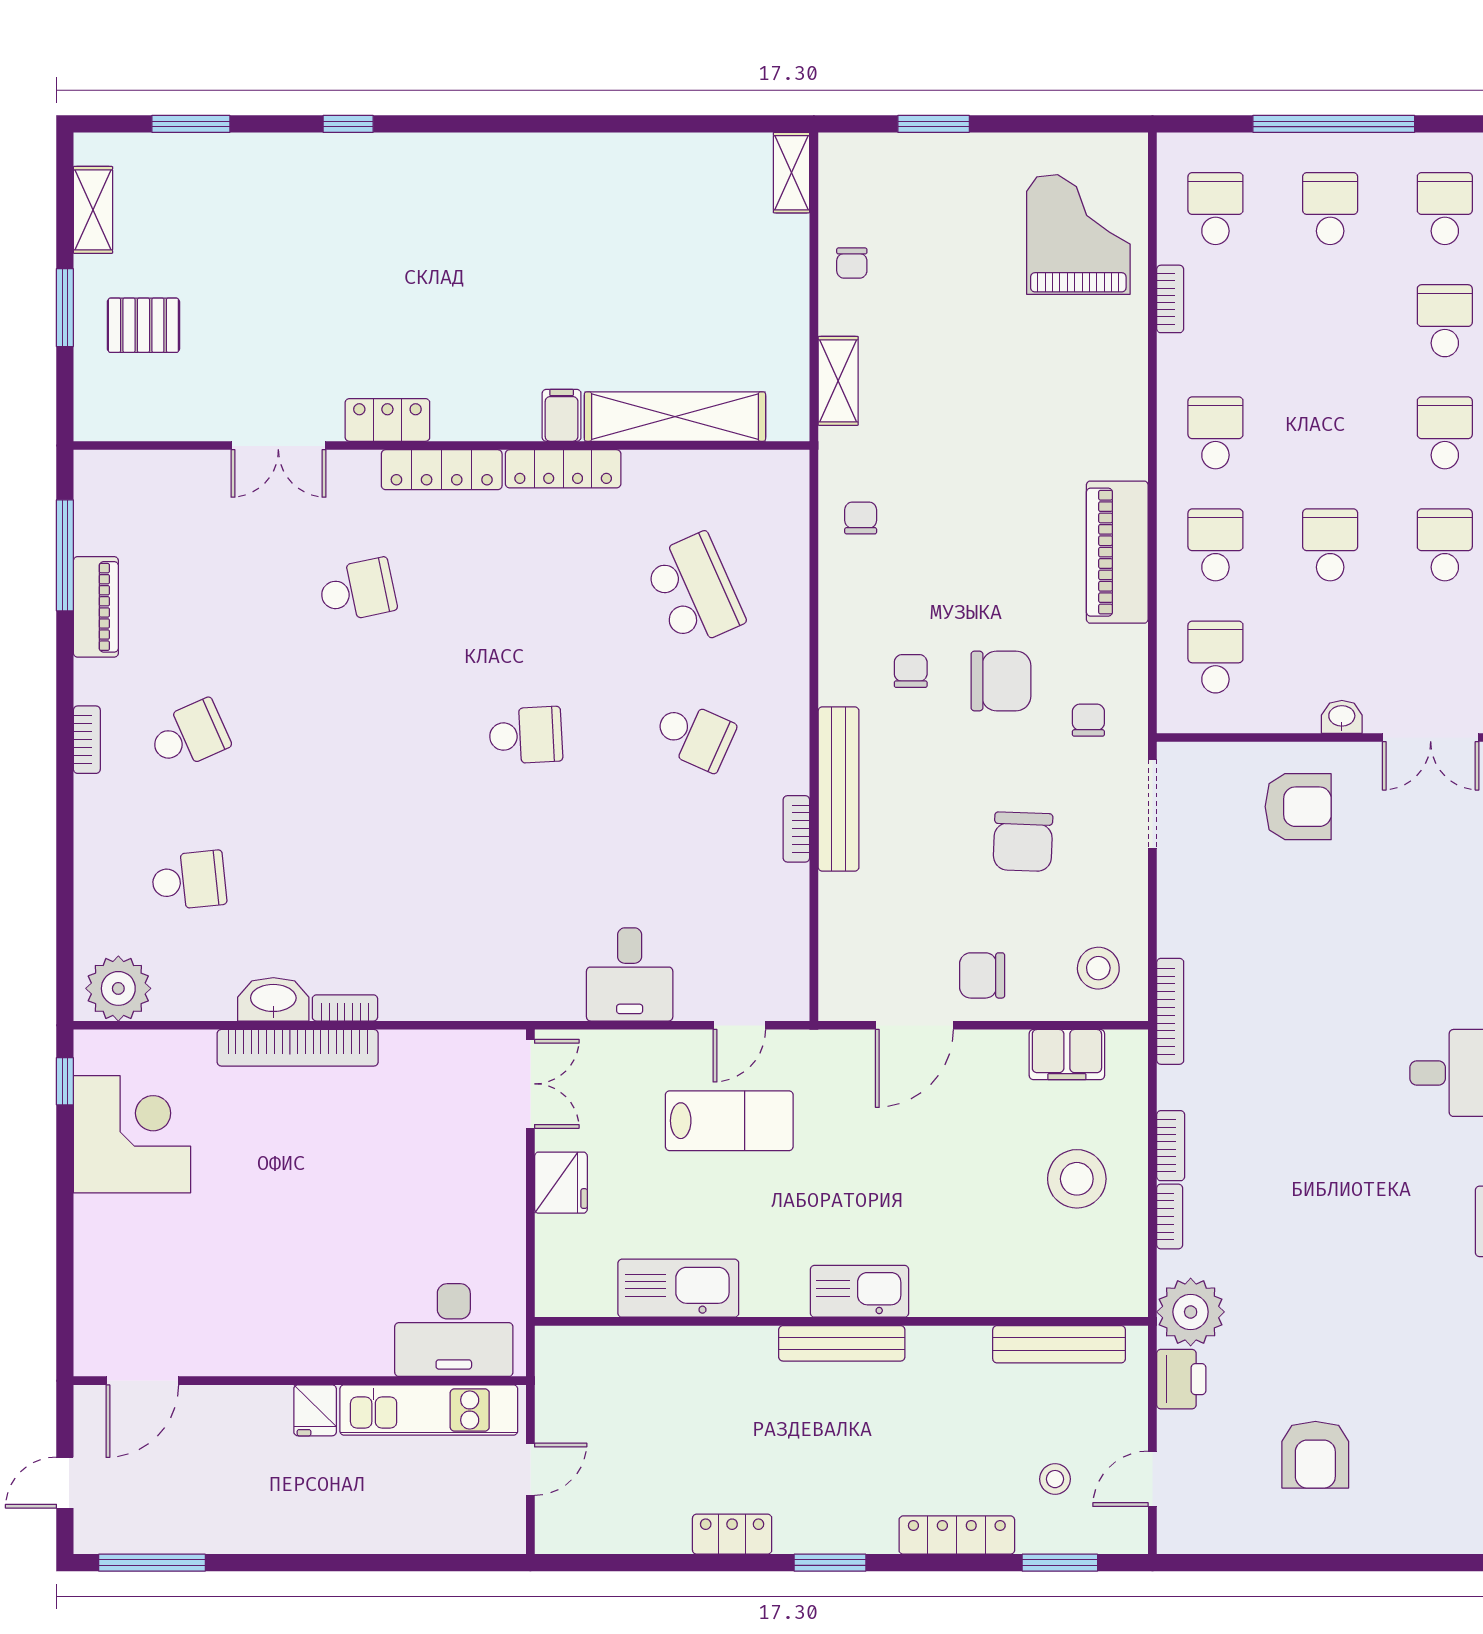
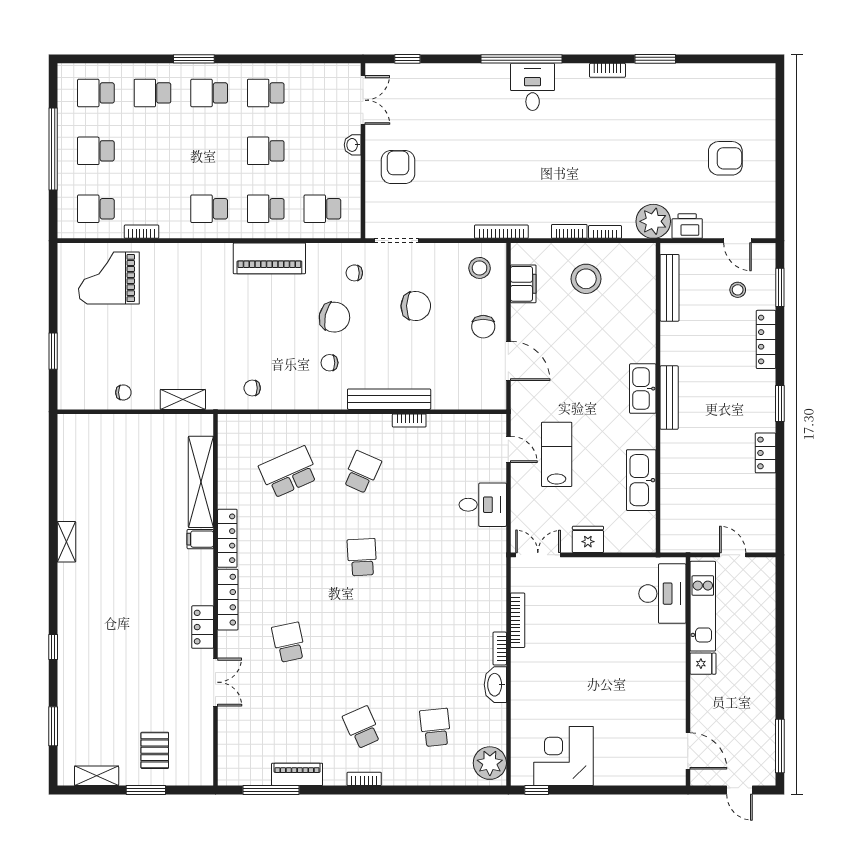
shelving: (792, 173) -> (67, 542), moved, turned 90
chair: (1001, 681) -> (334, 317), turned 102
bookcase: (298, 1048) -> (518, 620), moved, width x0.68, depth x0.76

